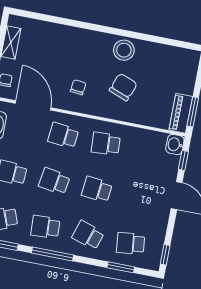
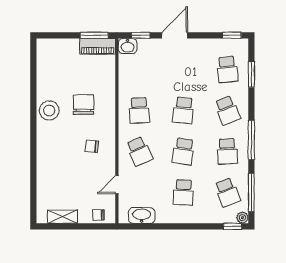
chair: (123, 87) -> (84, 104), turned 69
door: (33, 105) -> (117, 185), width x0.53
school desk: (63, 135) -> (139, 151), turned -30
school desk: (88, 235) -> (227, 110), turned -39

